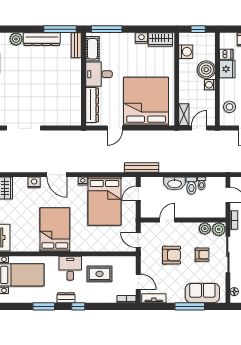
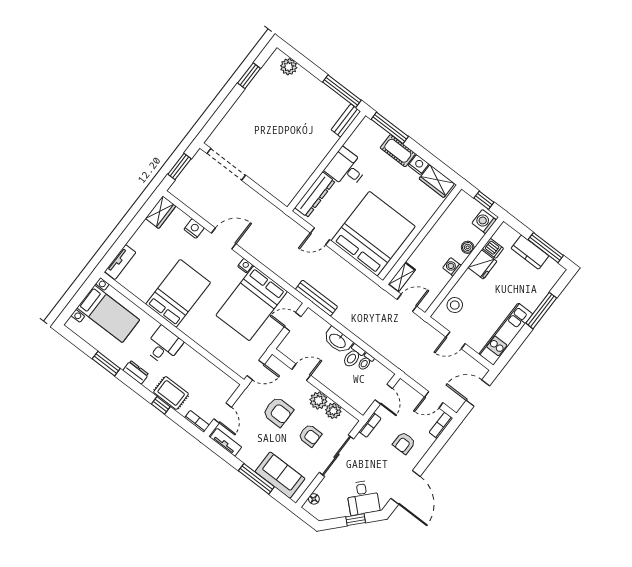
dresser: (42, 39) -> (315, 87), removed
cot: (92, 49) -> (398, 151), moved, turned 90
washing machine: (186, 52) -> (484, 222), moved, turned 180
boiler: (206, 70) -> (468, 247), width x0.54, depth x0.54
door: (57, 175) -> (224, 239), swing flipped
plant: (219, 229) -> (318, 400), moved
door: (138, 240) -> (256, 370), swing flipped
rug: (100, 274) -> (171, 393), moved
window: (78, 306) -> (161, 405), moved

